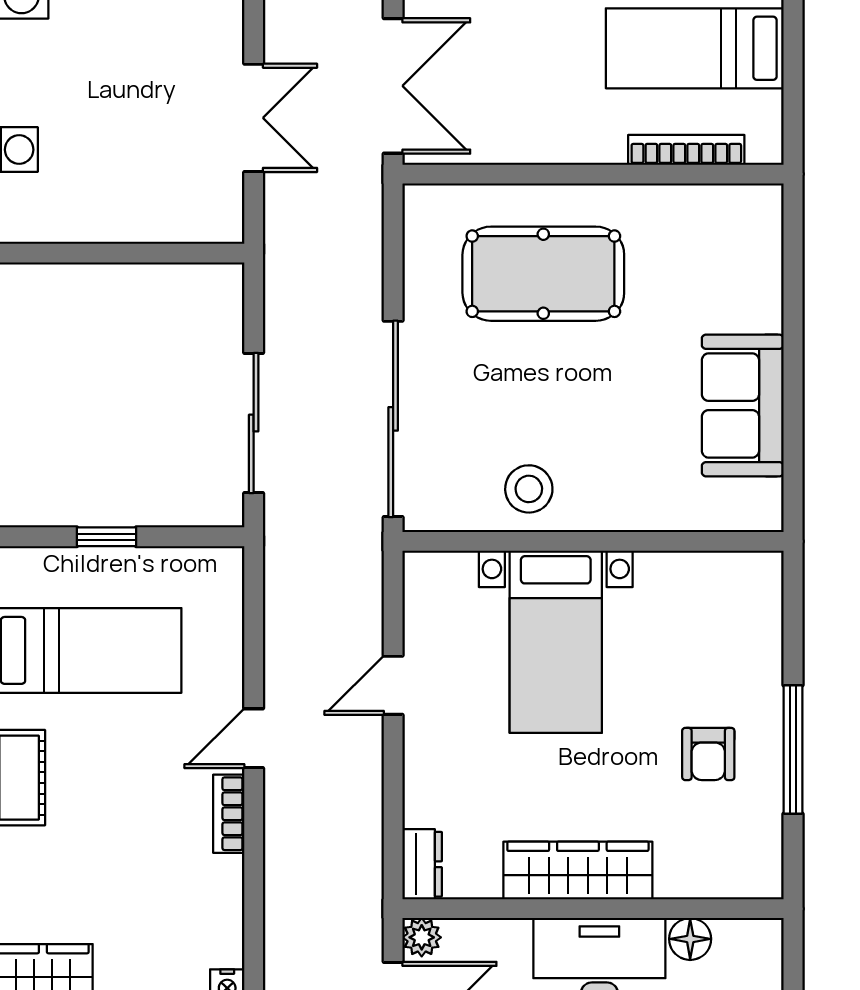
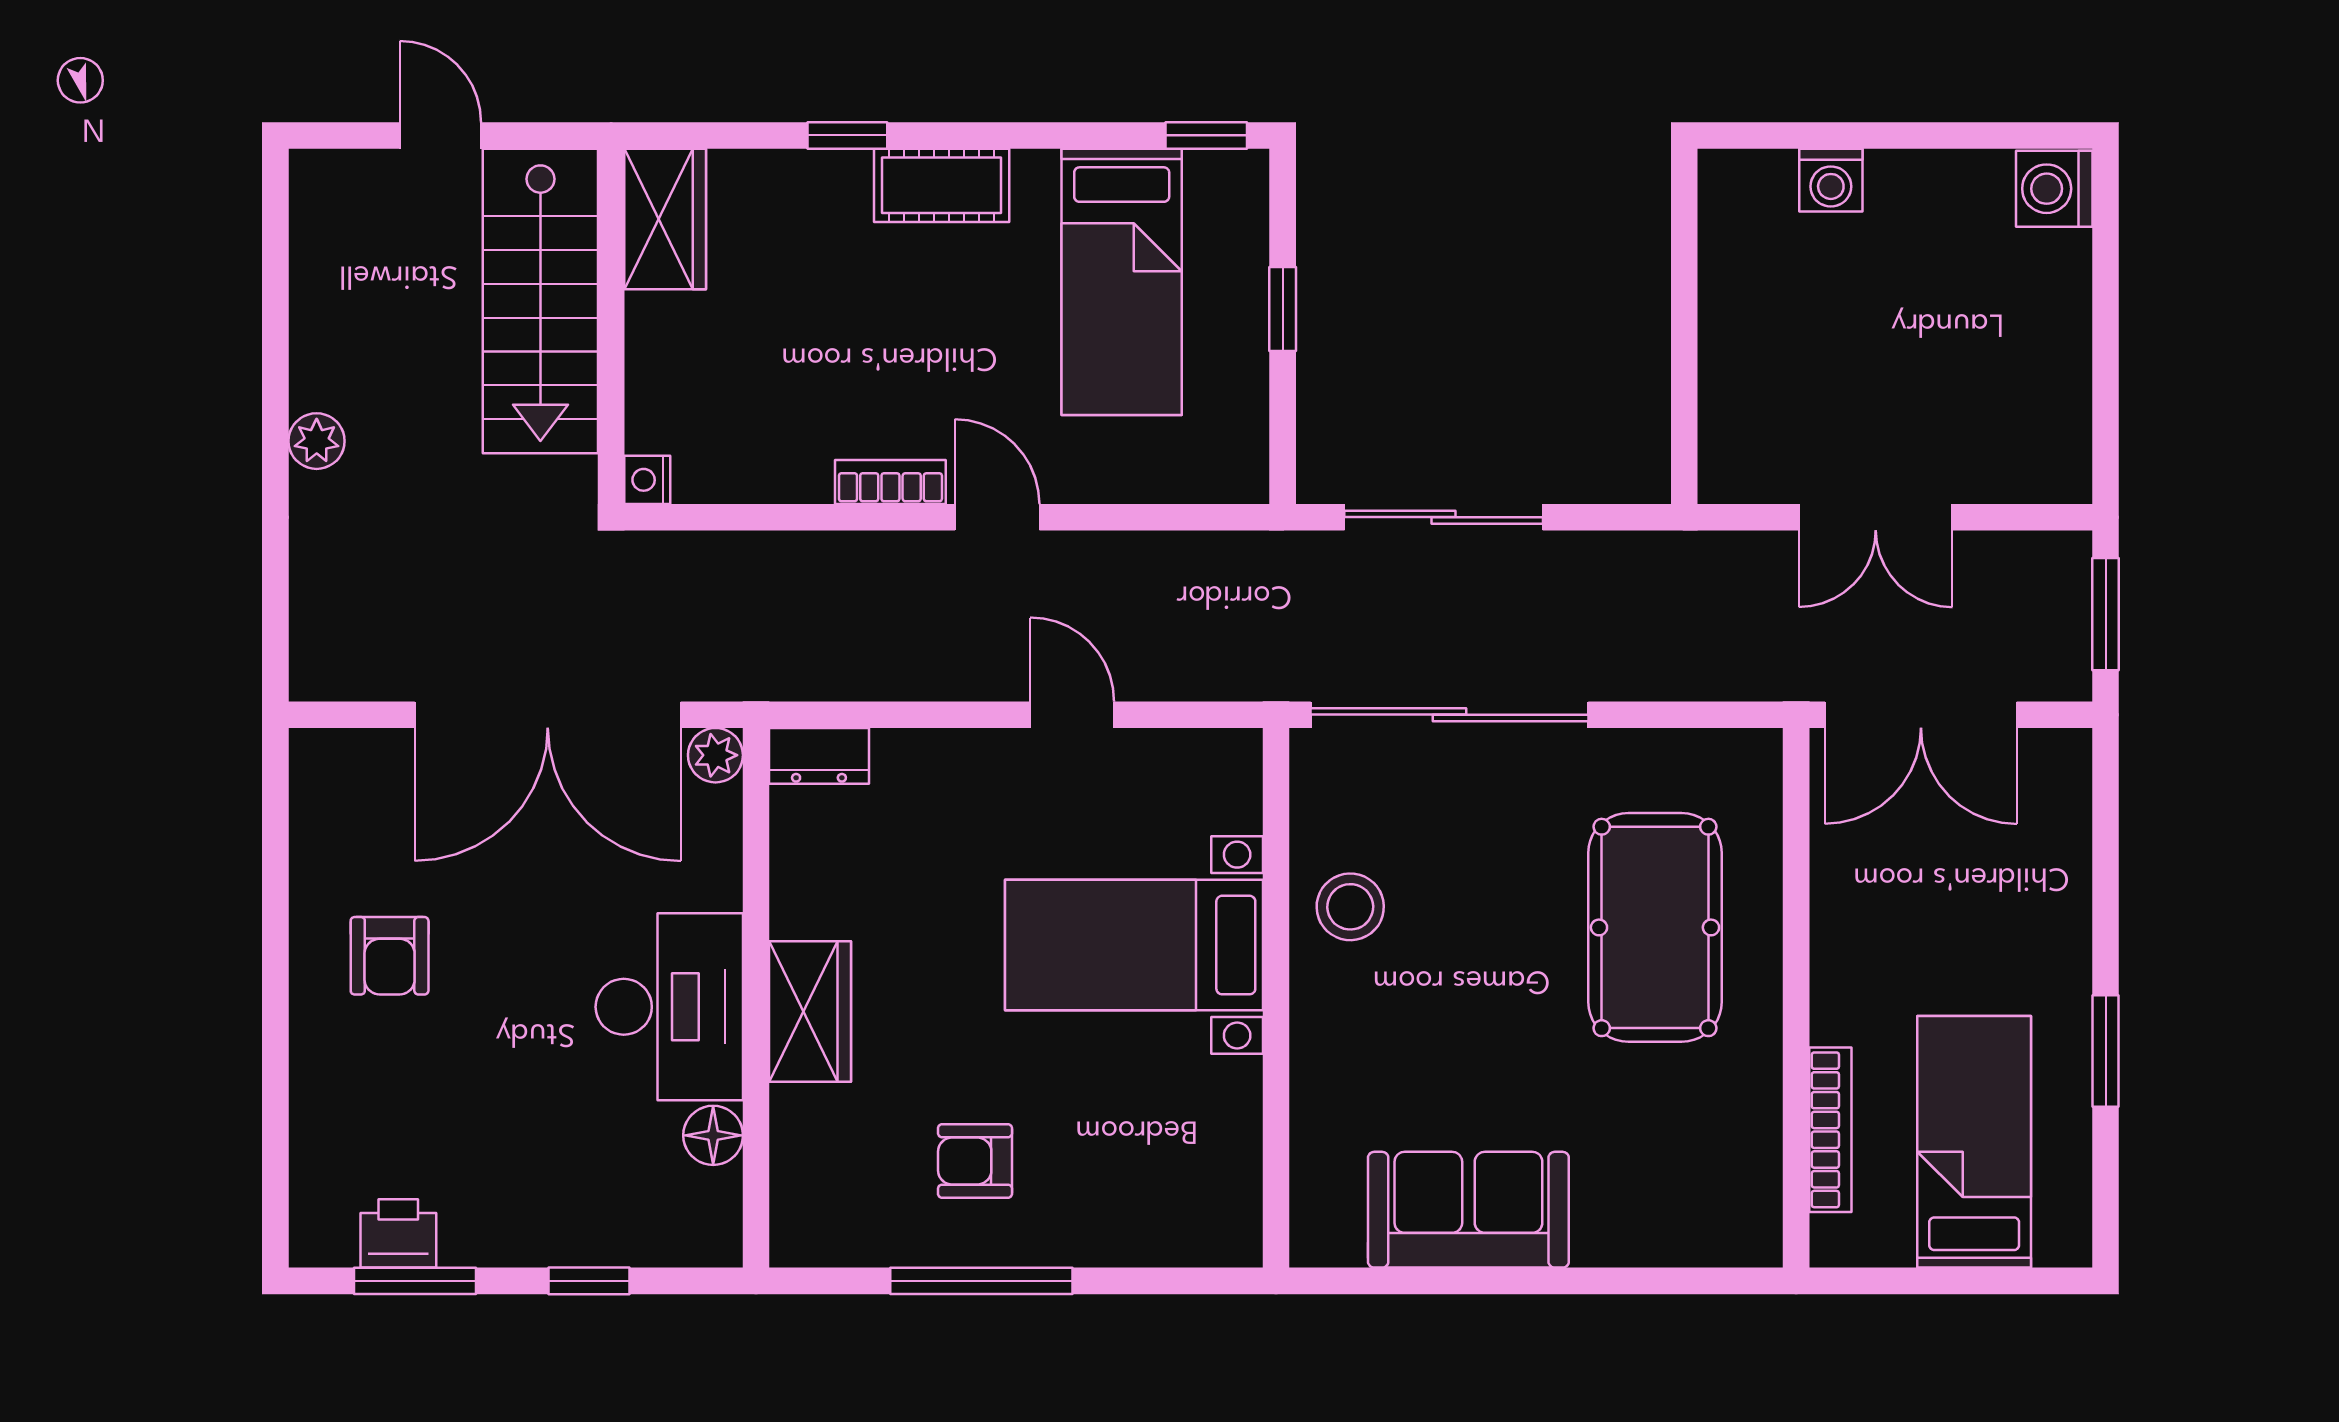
wardrobe: (578, 871) -> (810, 1012), width x0.67

